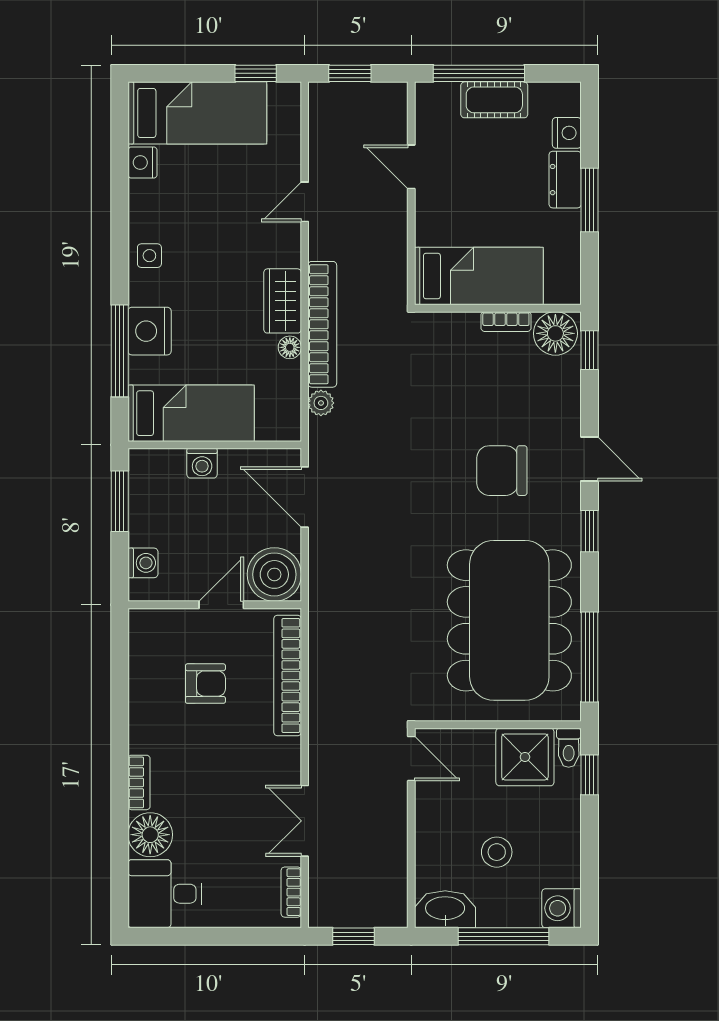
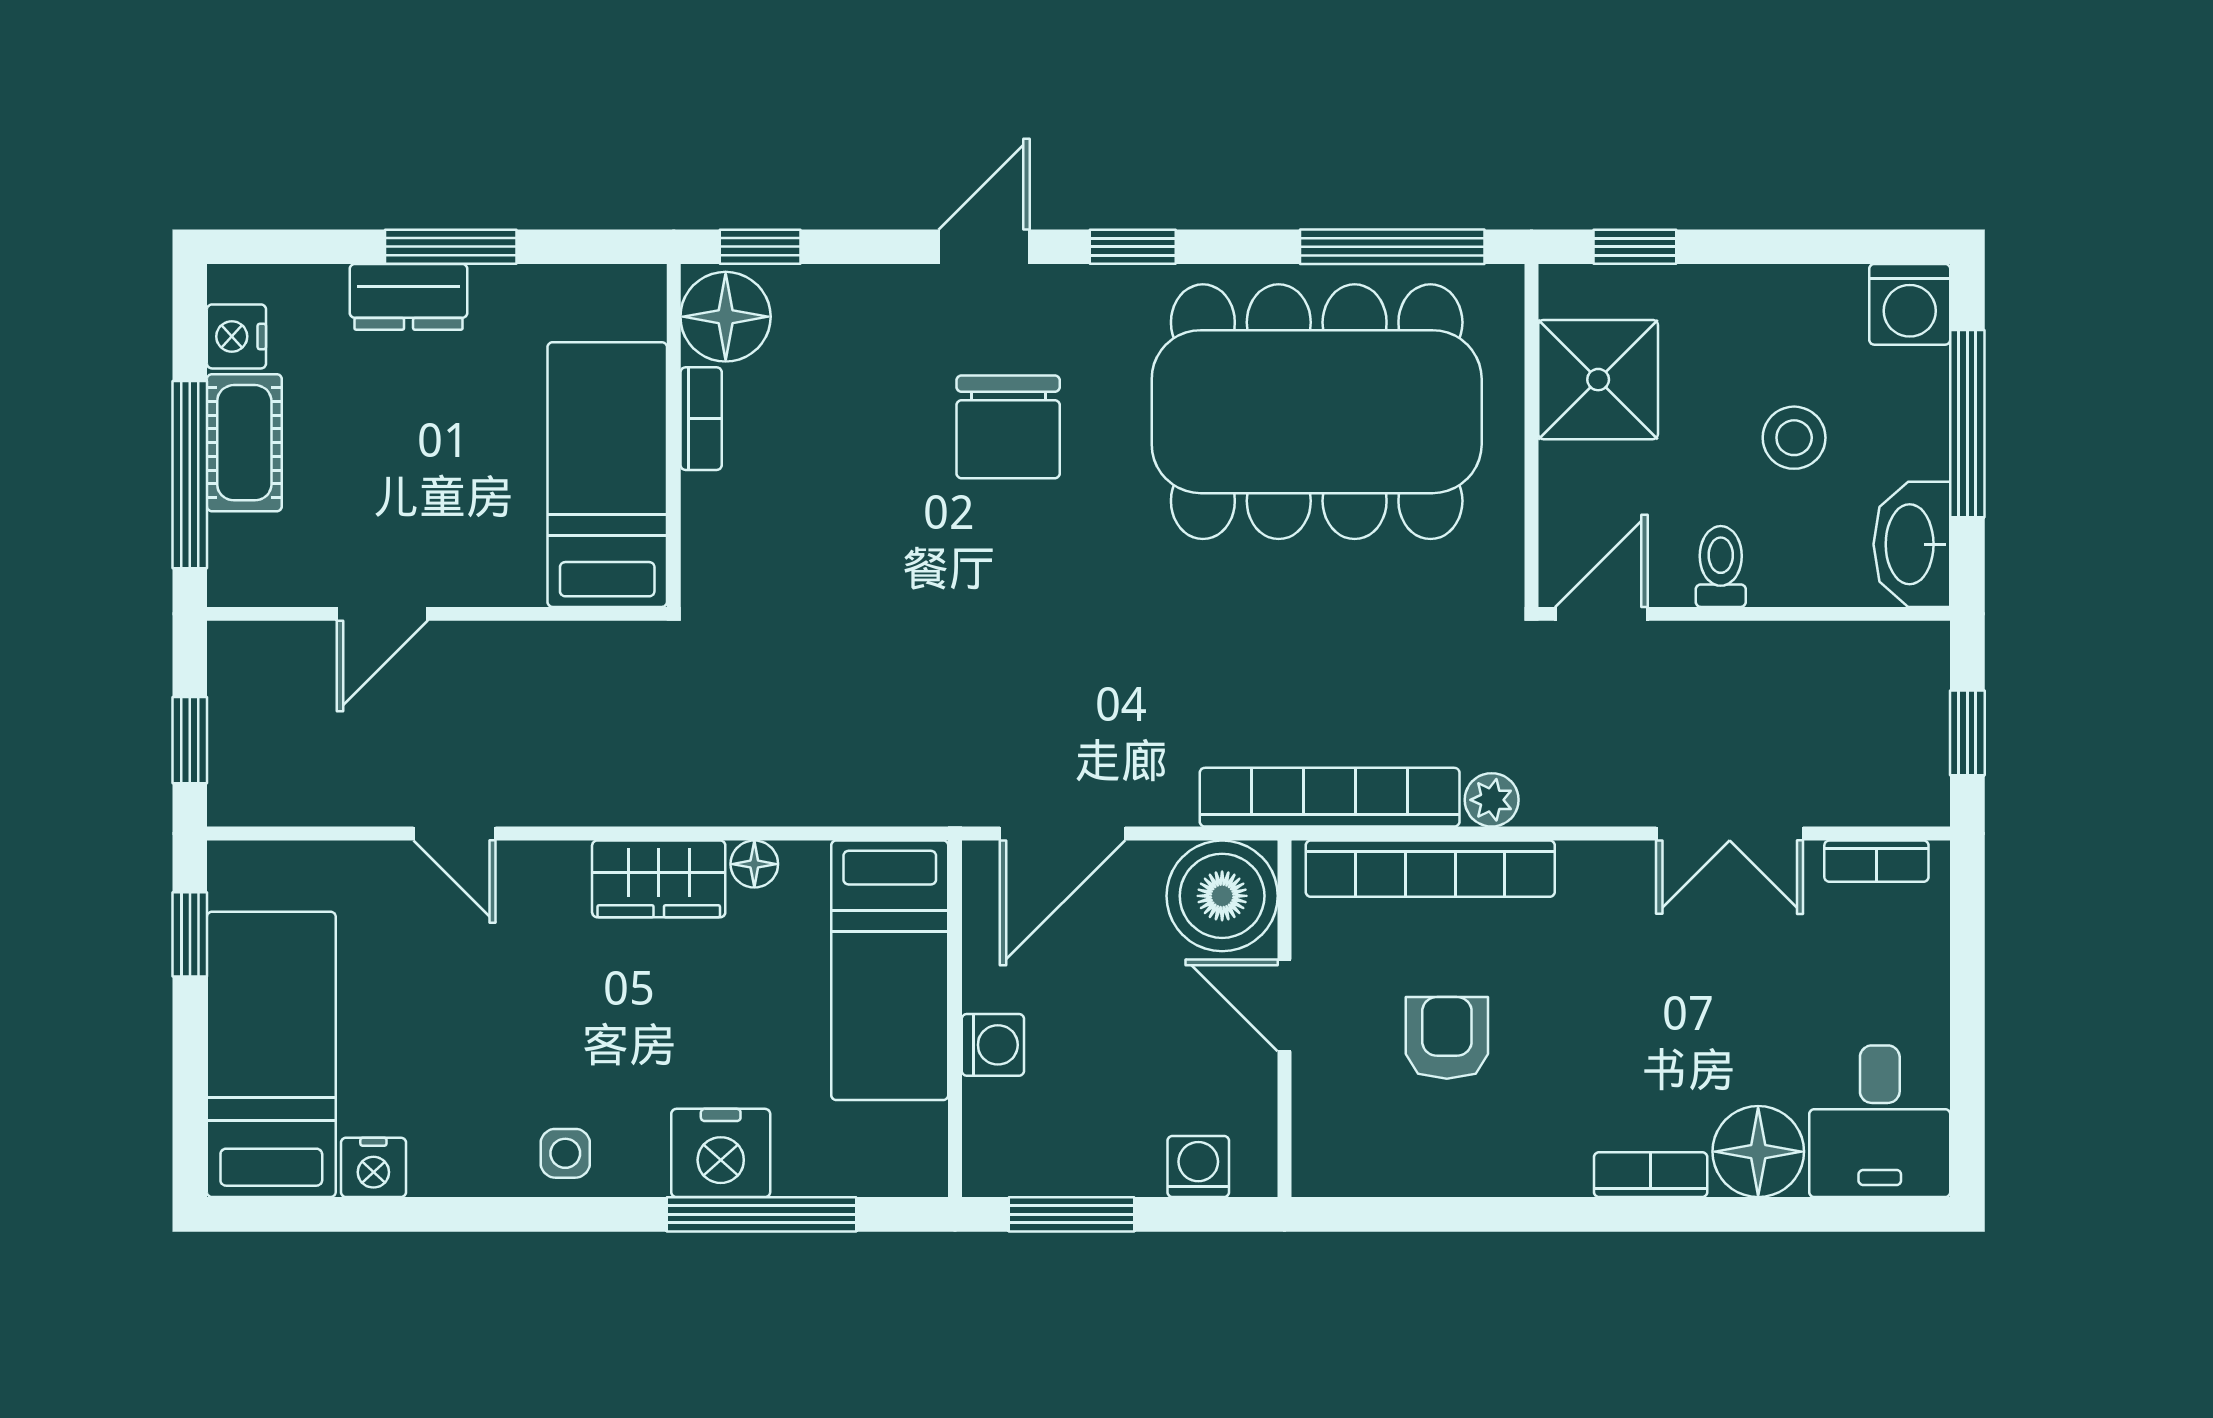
nightstand: (567, 133) -> (236, 336), moved, turned -90
bookcase: (322, 324) -> (1330, 797), moved
plant: (321, 403) -> (1492, 800), moved
bed: (191, 413) -> (890, 970), moved, turned 180
toilet: (569, 748) -> (1721, 566), moved, turned -90

